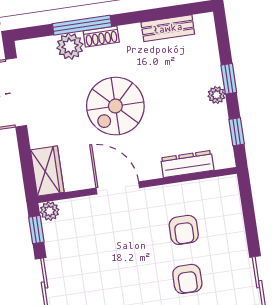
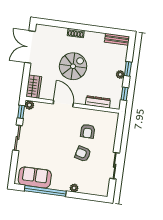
window: (82, 25) -> (69, 25), removed
bench: (168, 28) -> (117, 39), moved
plant: (70, 46) -> (60, 33), removed
spiral stairs: (115, 106) -> (73, 66), turned 180
armchair: (187, 279) -> (83, 154), turned 104

